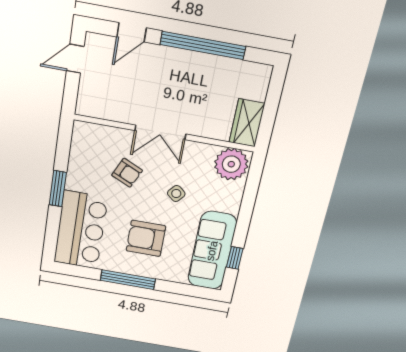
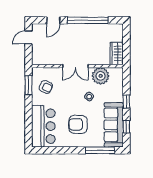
plant: (231, 164) -> (101, 76), moved
armchair: (127, 173) -> (46, 87), moved
window: (58, 189) -> (28, 85), moved
window: (245, 215) -> (126, 102), added
window: (128, 280) -> (100, 150), moved

